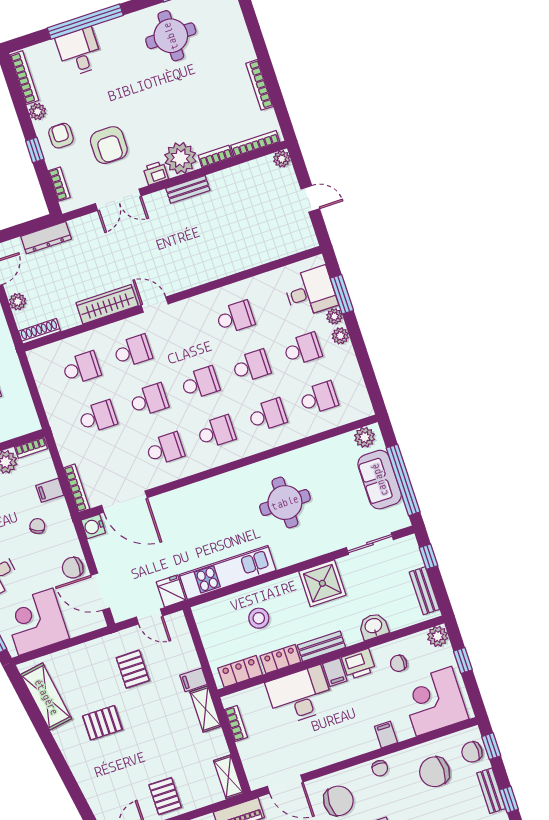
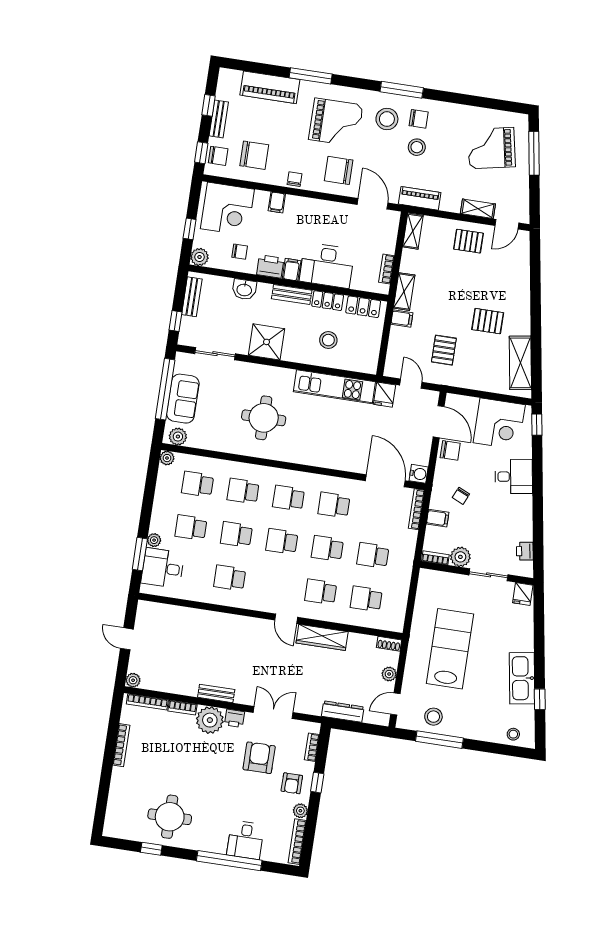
shoe rack: (39, 331) -> (389, 644), width x0.70
plant: (340, 336) -> (167, 458), moved
pallet: (165, 796) -> (468, 241), turned 90

